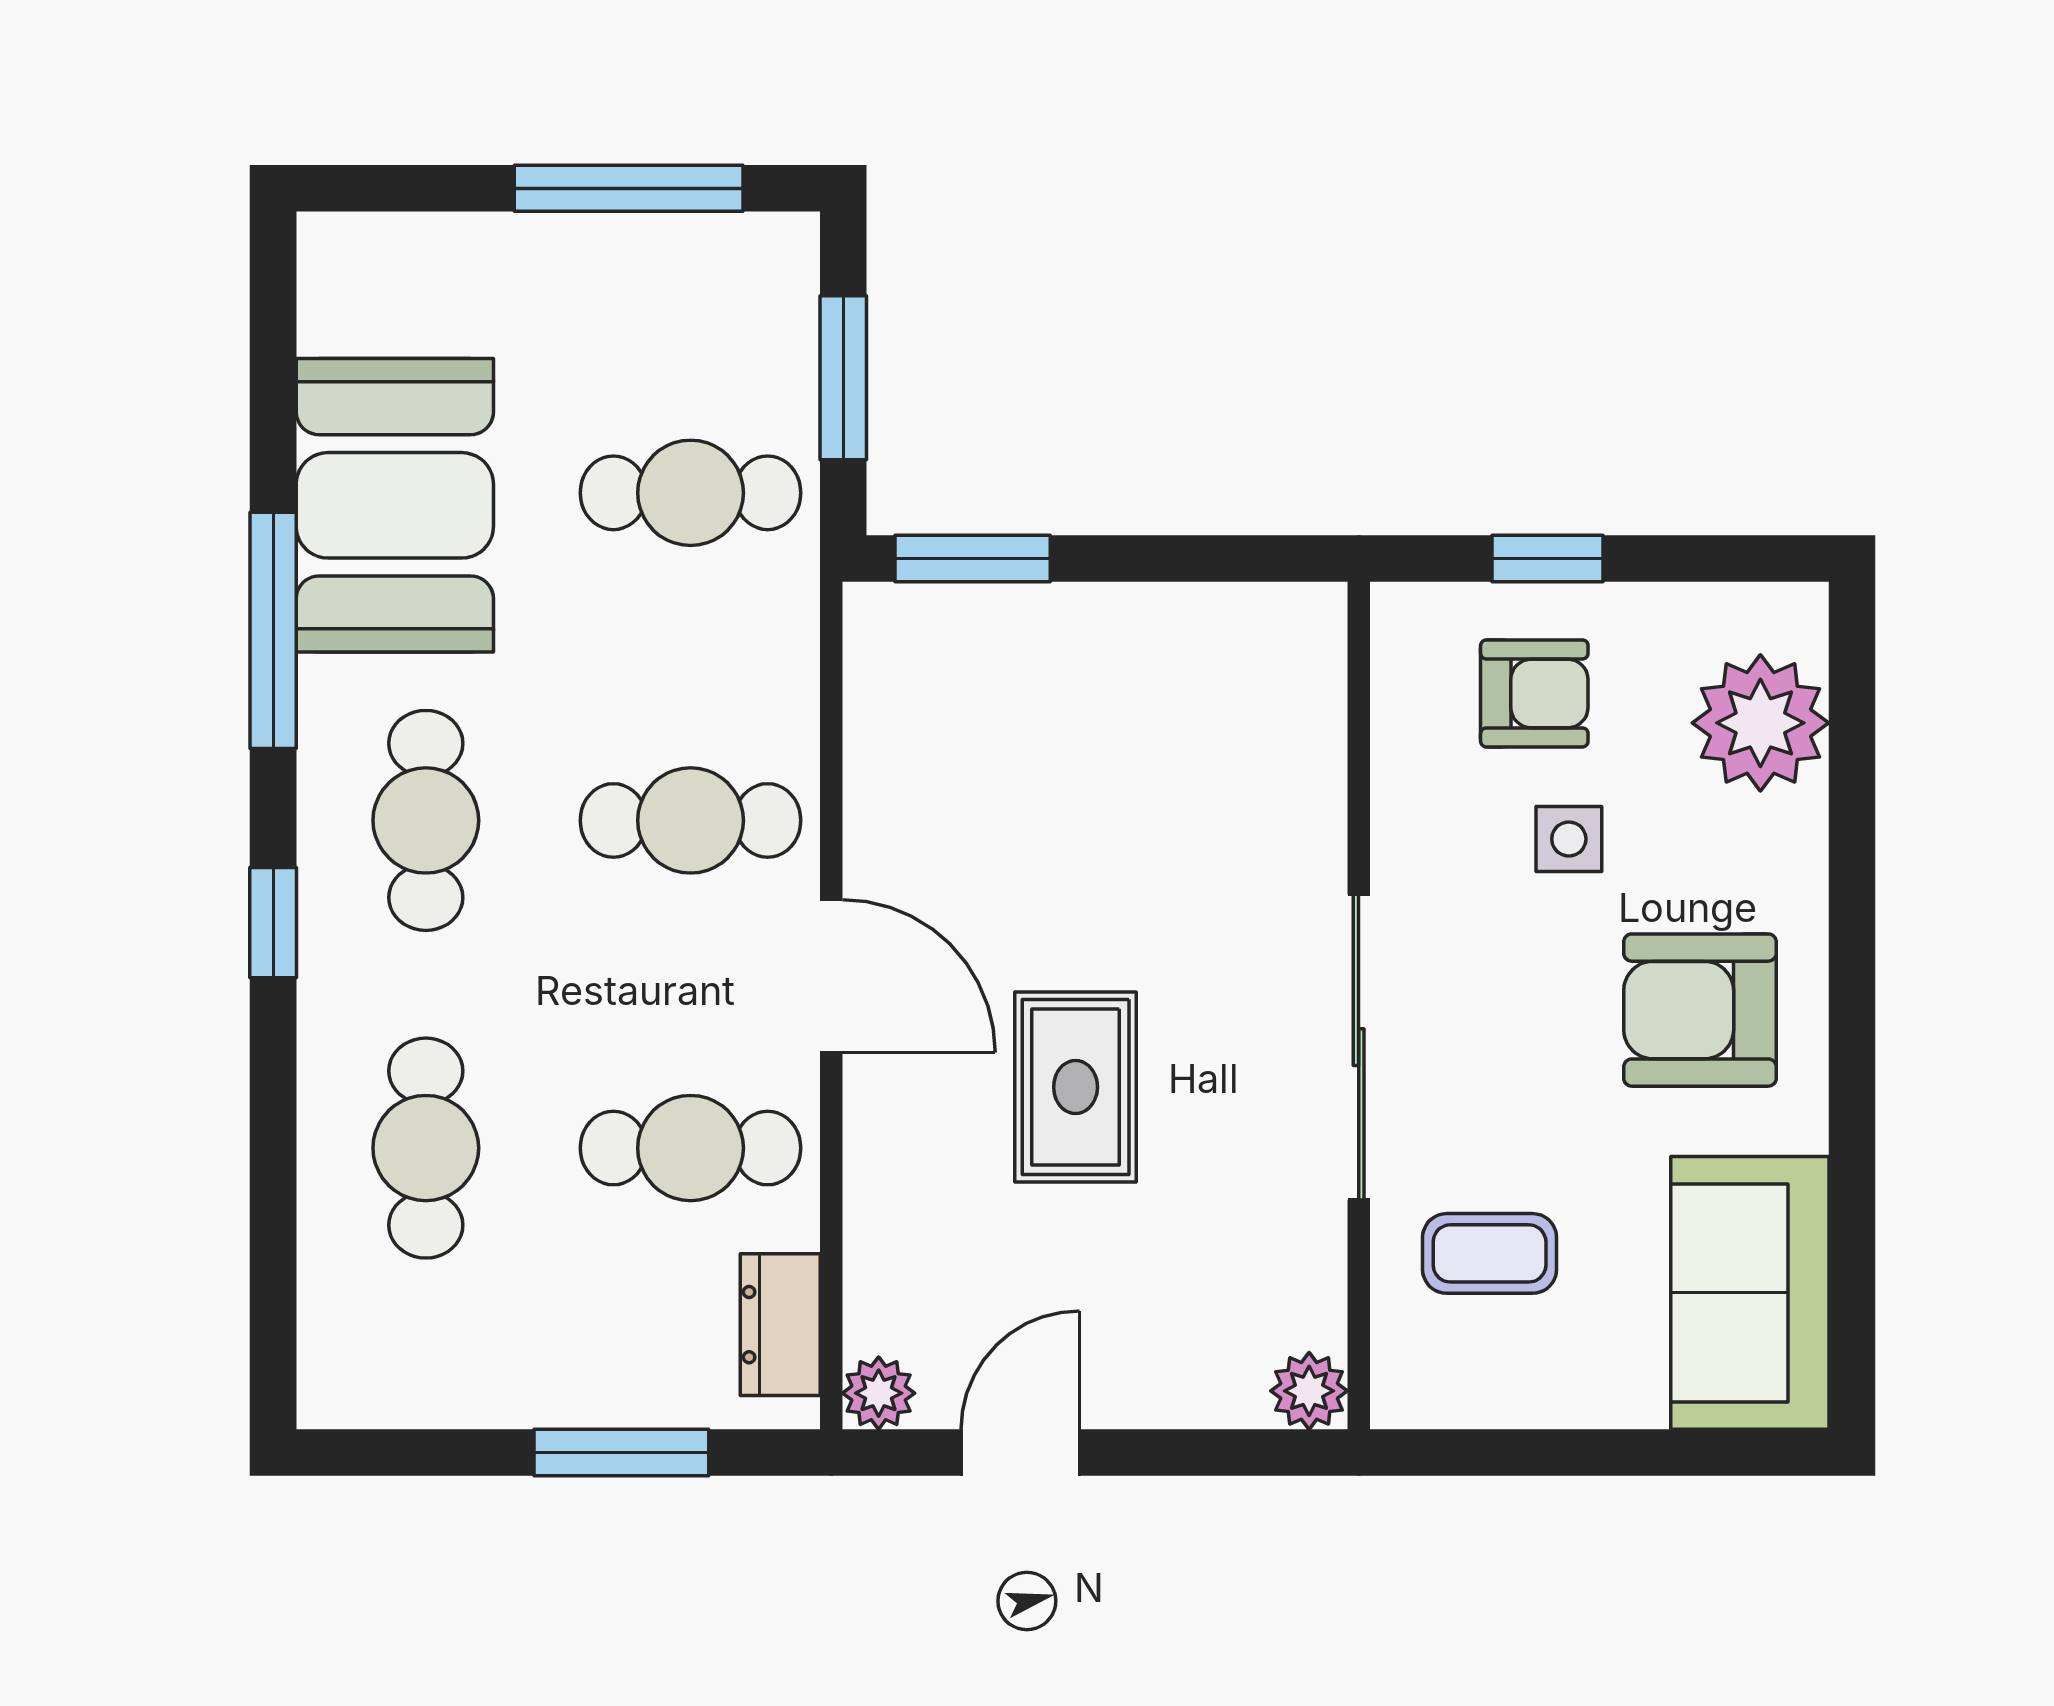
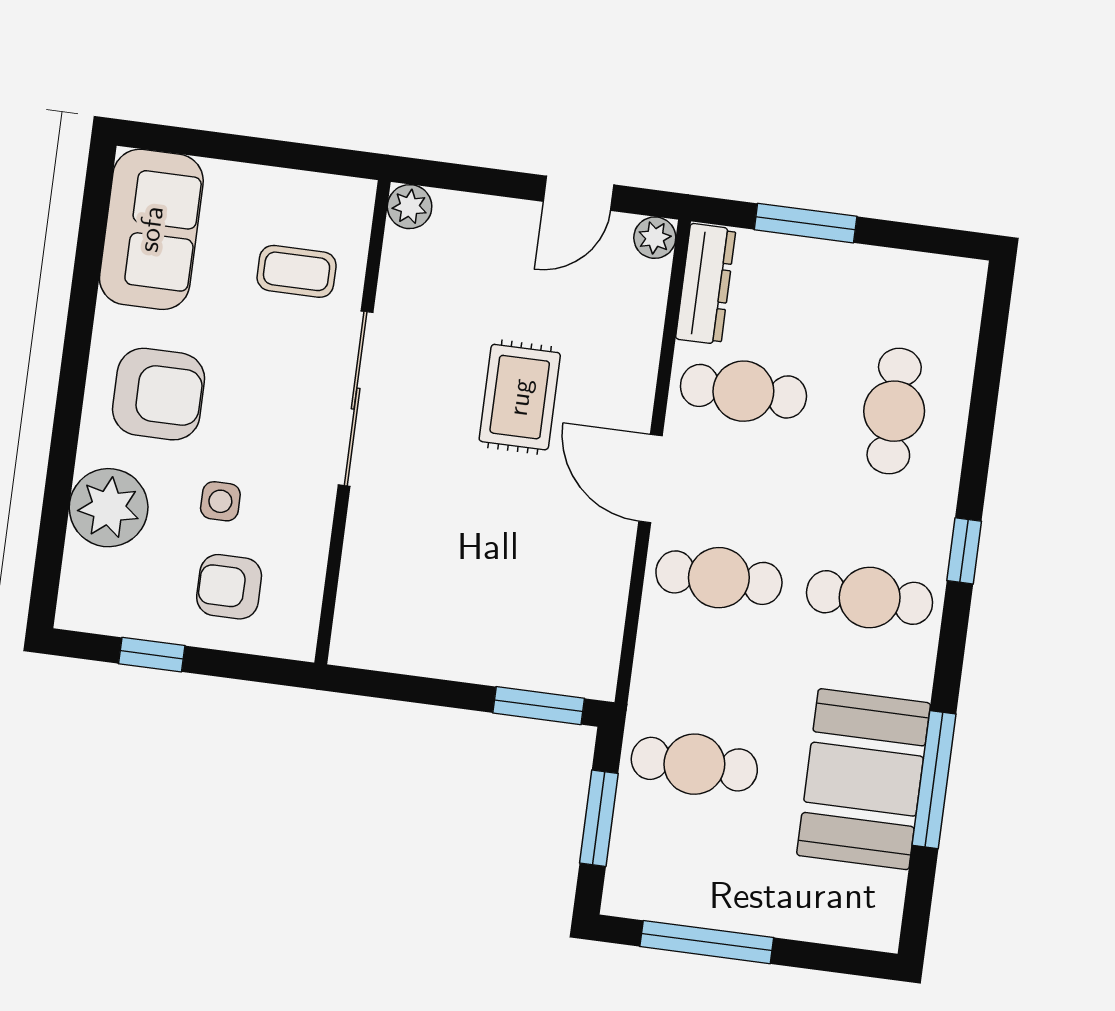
window: (1547, 559) -> (152, 655), moved
window: (273, 630) -> (934, 780), moved
plant: (1760, 723) -> (109, 508), moved
cafe table: (426, 820) -> (870, 598), turned 90
dresser: (780, 1325) -> (706, 284), width x1.44

